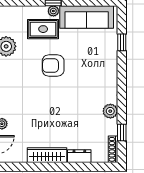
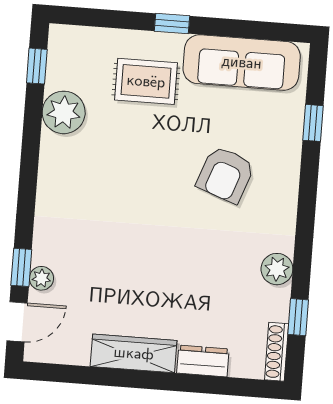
plant: (53, 11) -> (171, 44), removed
armchair: (53, 66) -> (226, 175), moved, turned -70

